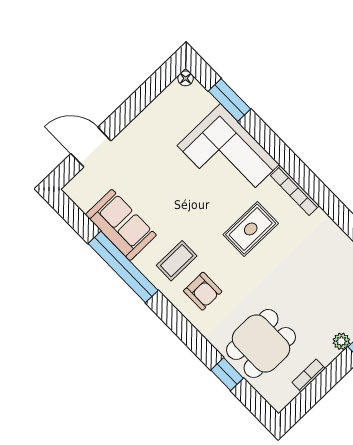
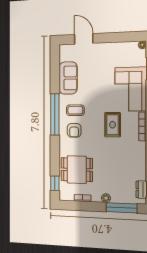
rug: (251, 229) -> (113, 125), turned 90
window: (123, 267) -> (55, 114), moved
window: (227, 374) -> (55, 183), moved

